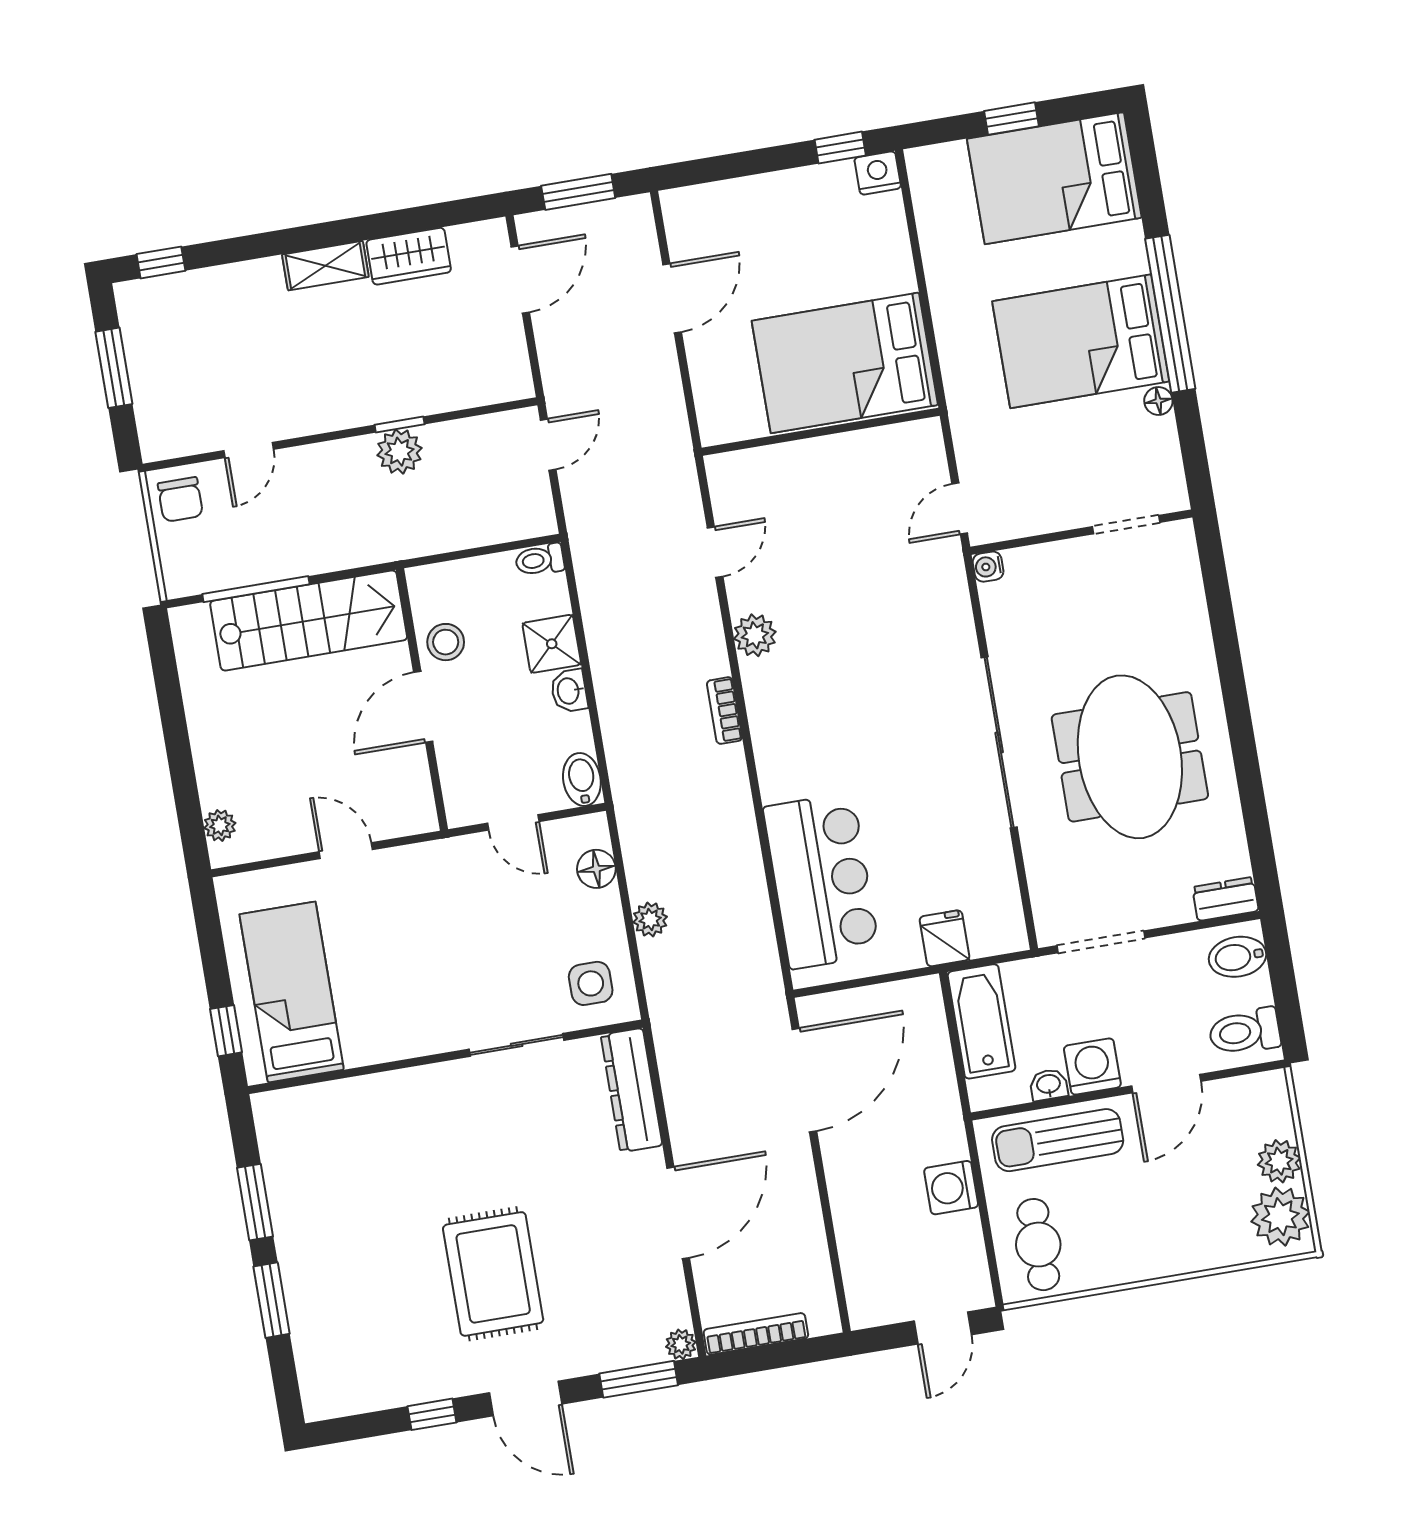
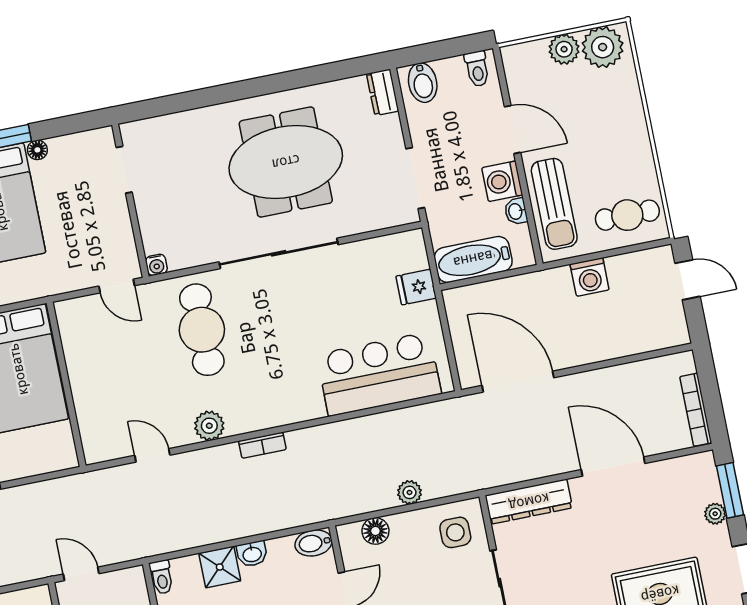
cafe table: (893, 629) -> (202, 330), added
toilet: (1245, 1032) -> (477, 69), width x0.73, depth x0.72
plant: (681, 1344) -> (715, 514), moved

